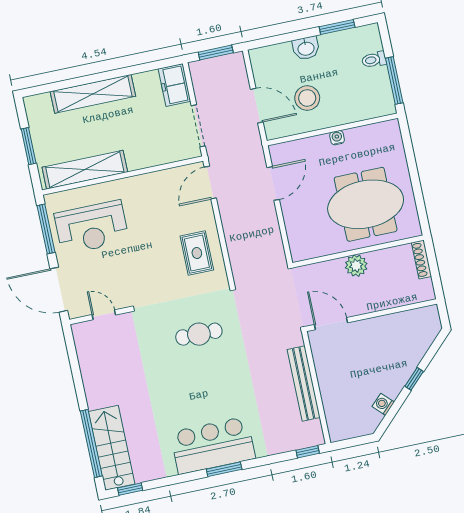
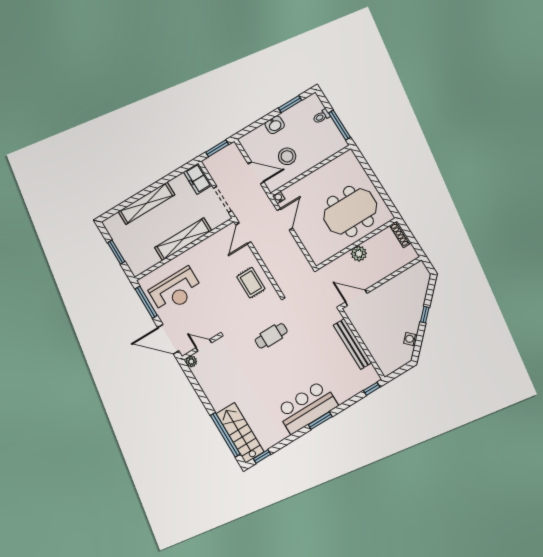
water cooler: (337, 138) -> (279, 198), moved
shelving: (85, 170) -> (183, 239), moved
plant: (80, 330) -> (191, 361), added

